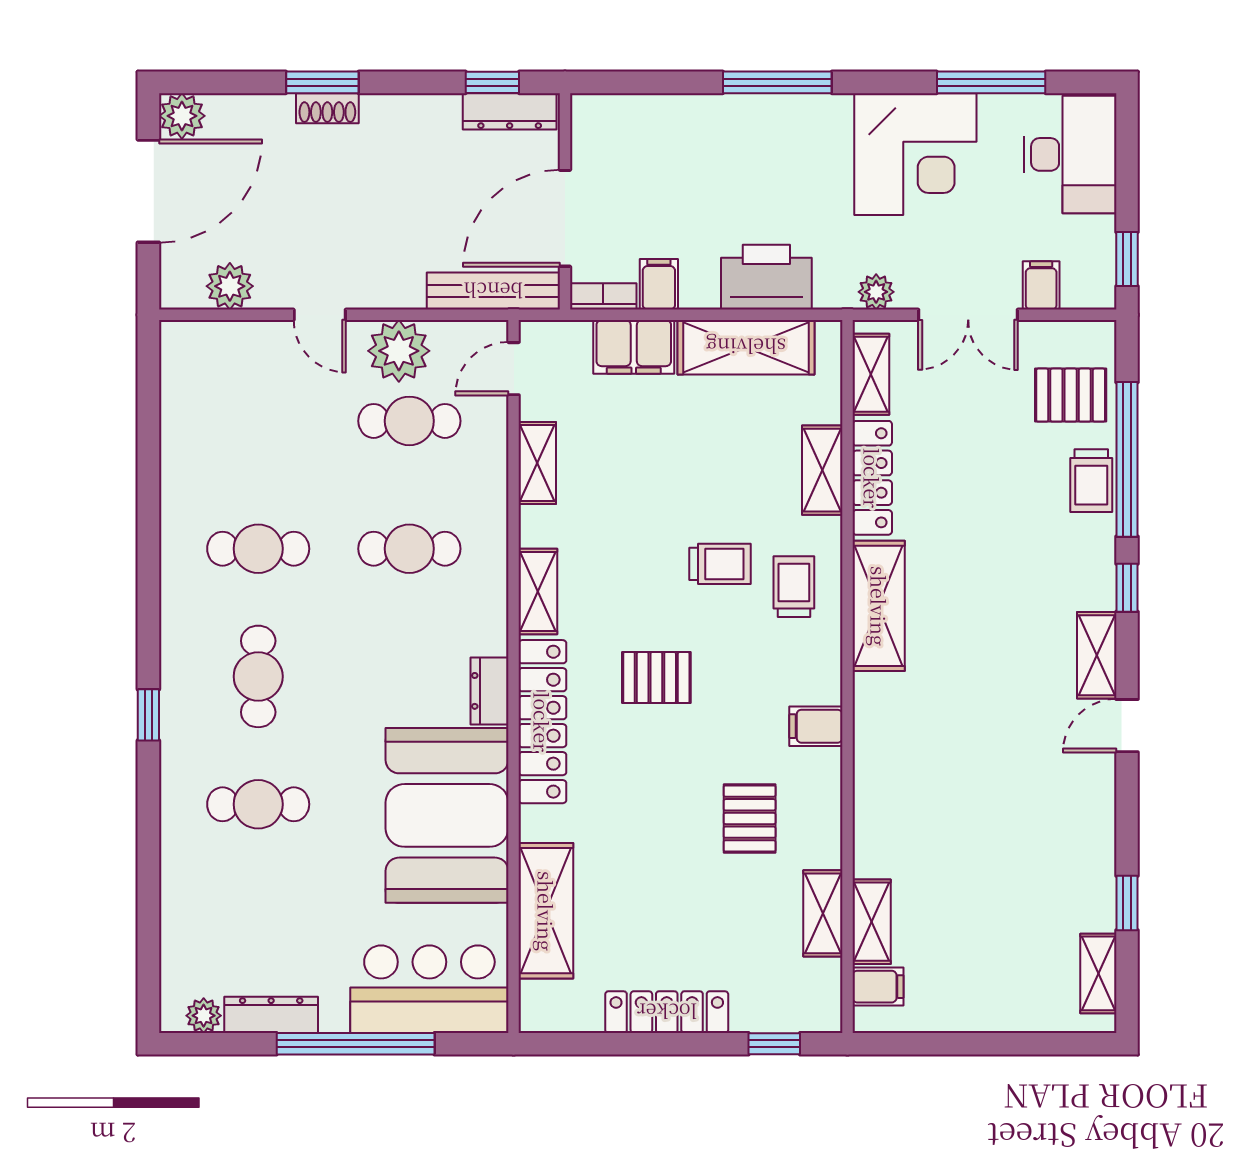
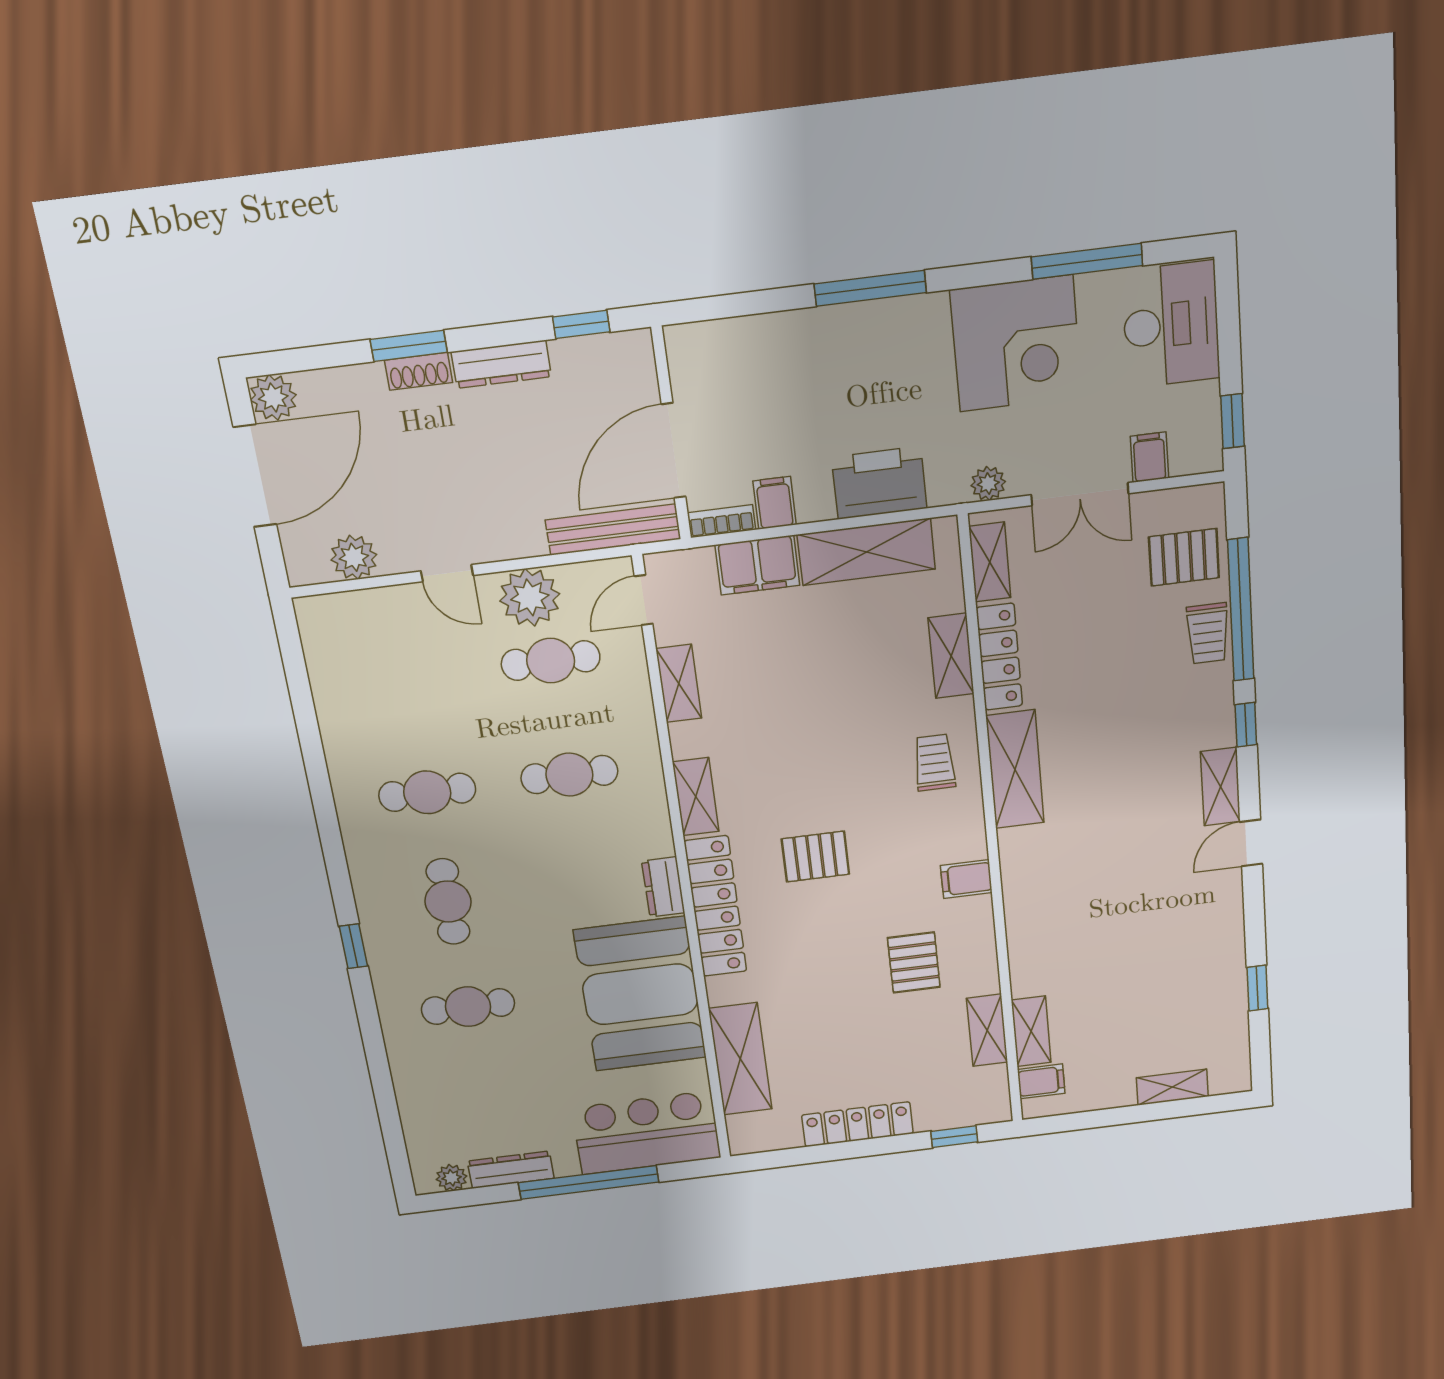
dresser: (510, 111) -> (501, 364), moved
trolley: (720, 564) -> (863, 751), removed
shelving: (1098, 973) -> (1172, 1087), moved, turned 90

